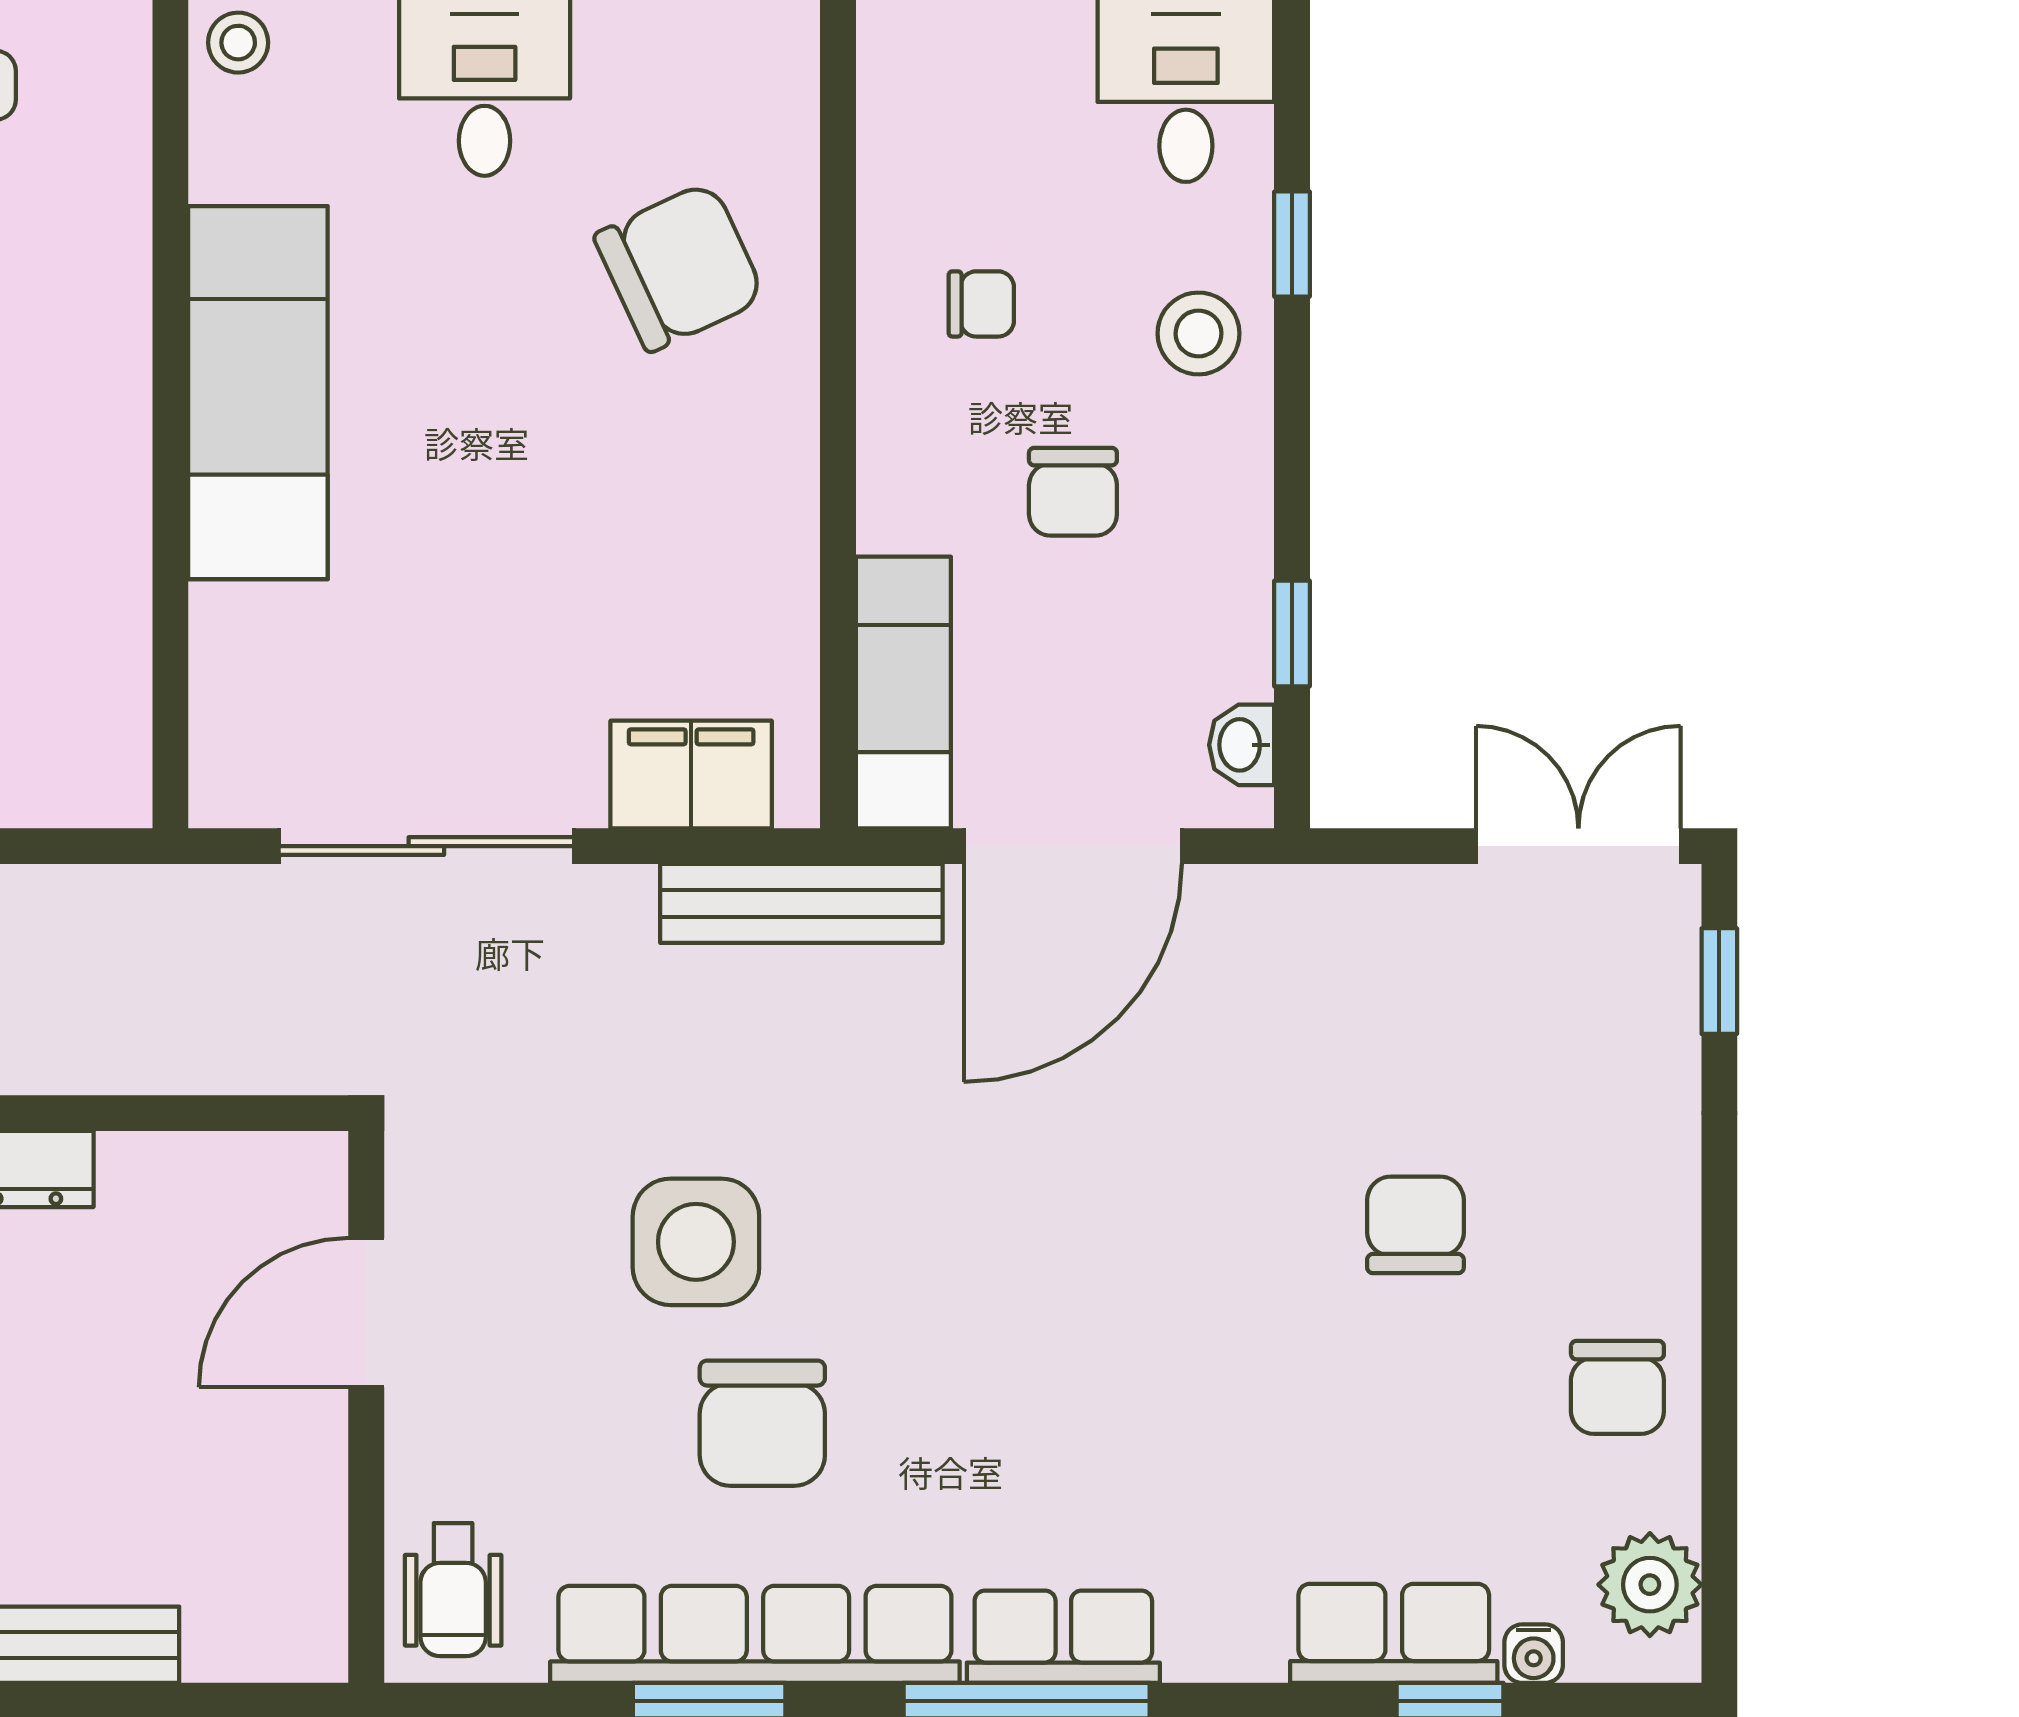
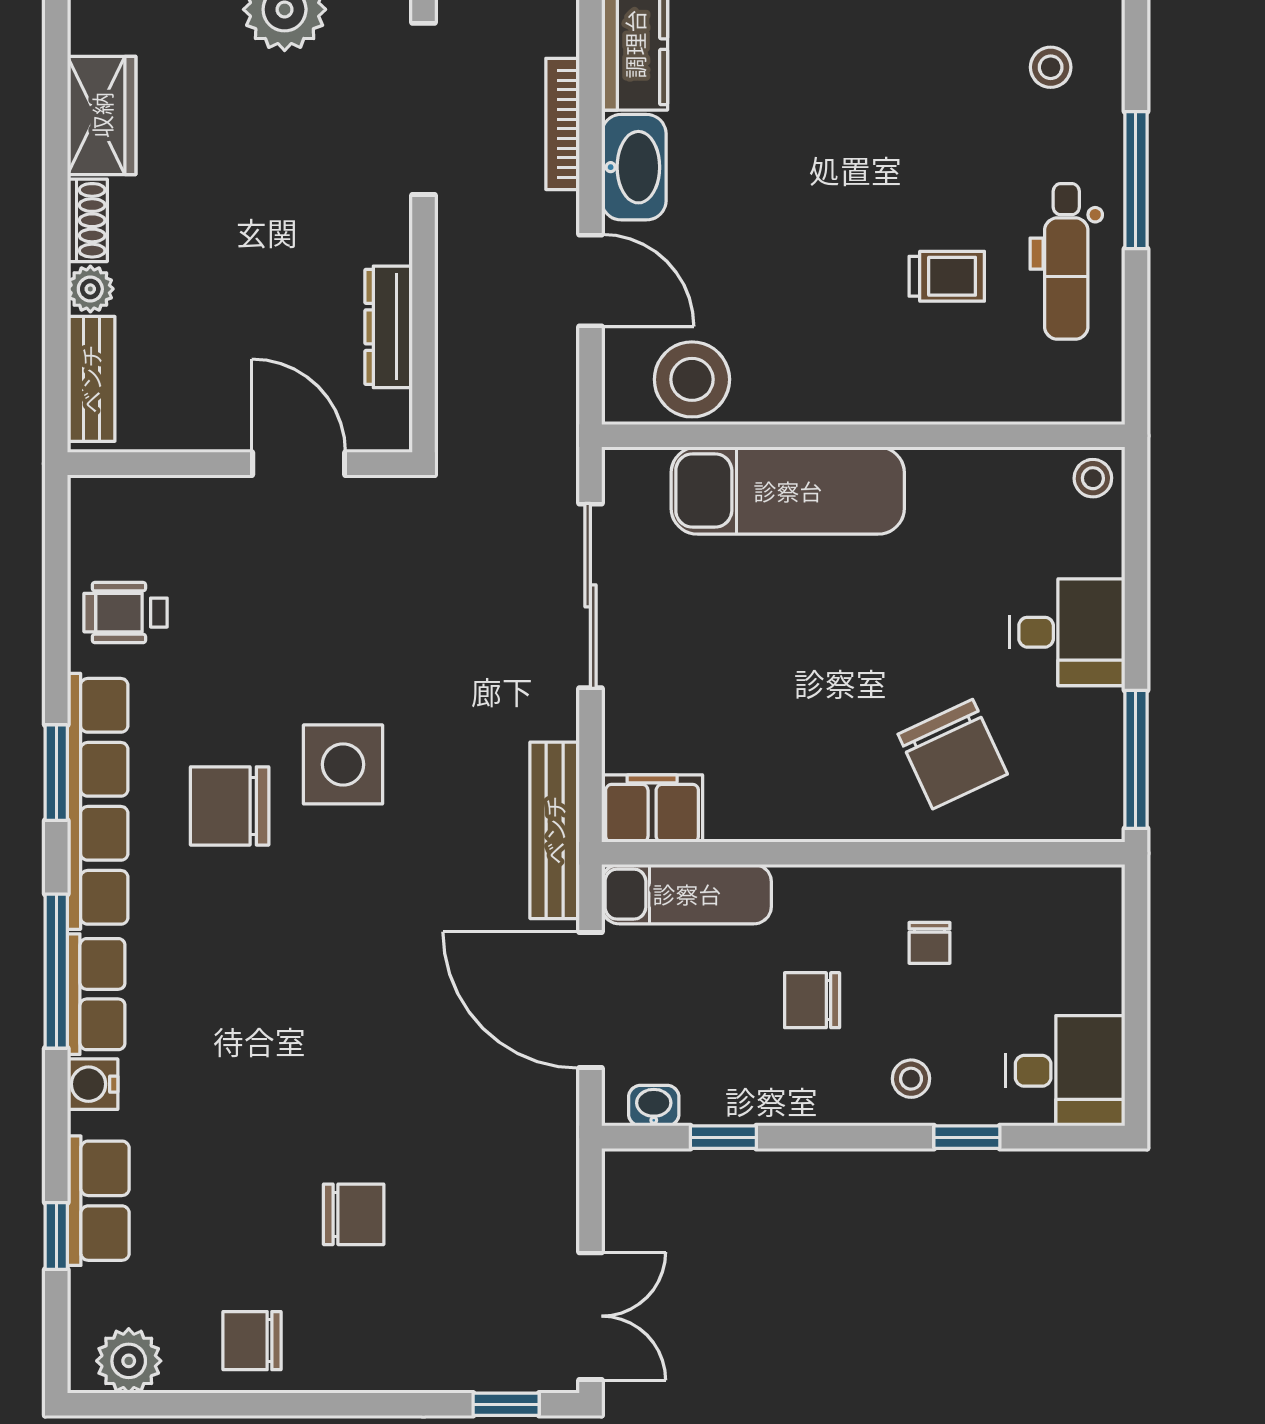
stool: (1199, 333) -> (911, 1079), width x0.73, depth x0.73
exam couch: (258, 393) -> (788, 491), moved
stool: (80, 684) -> (692, 379), added
filing cabinet: (691, 774) -> (652, 808), moved, turned -90
door: (366, 1313) -> (299, 464), moved
wall: (366, 1407) -> (240, 464), moved
water cooler: (1534, 1654) -> (93, 1084), moved, width x1.38, depth x1.38

